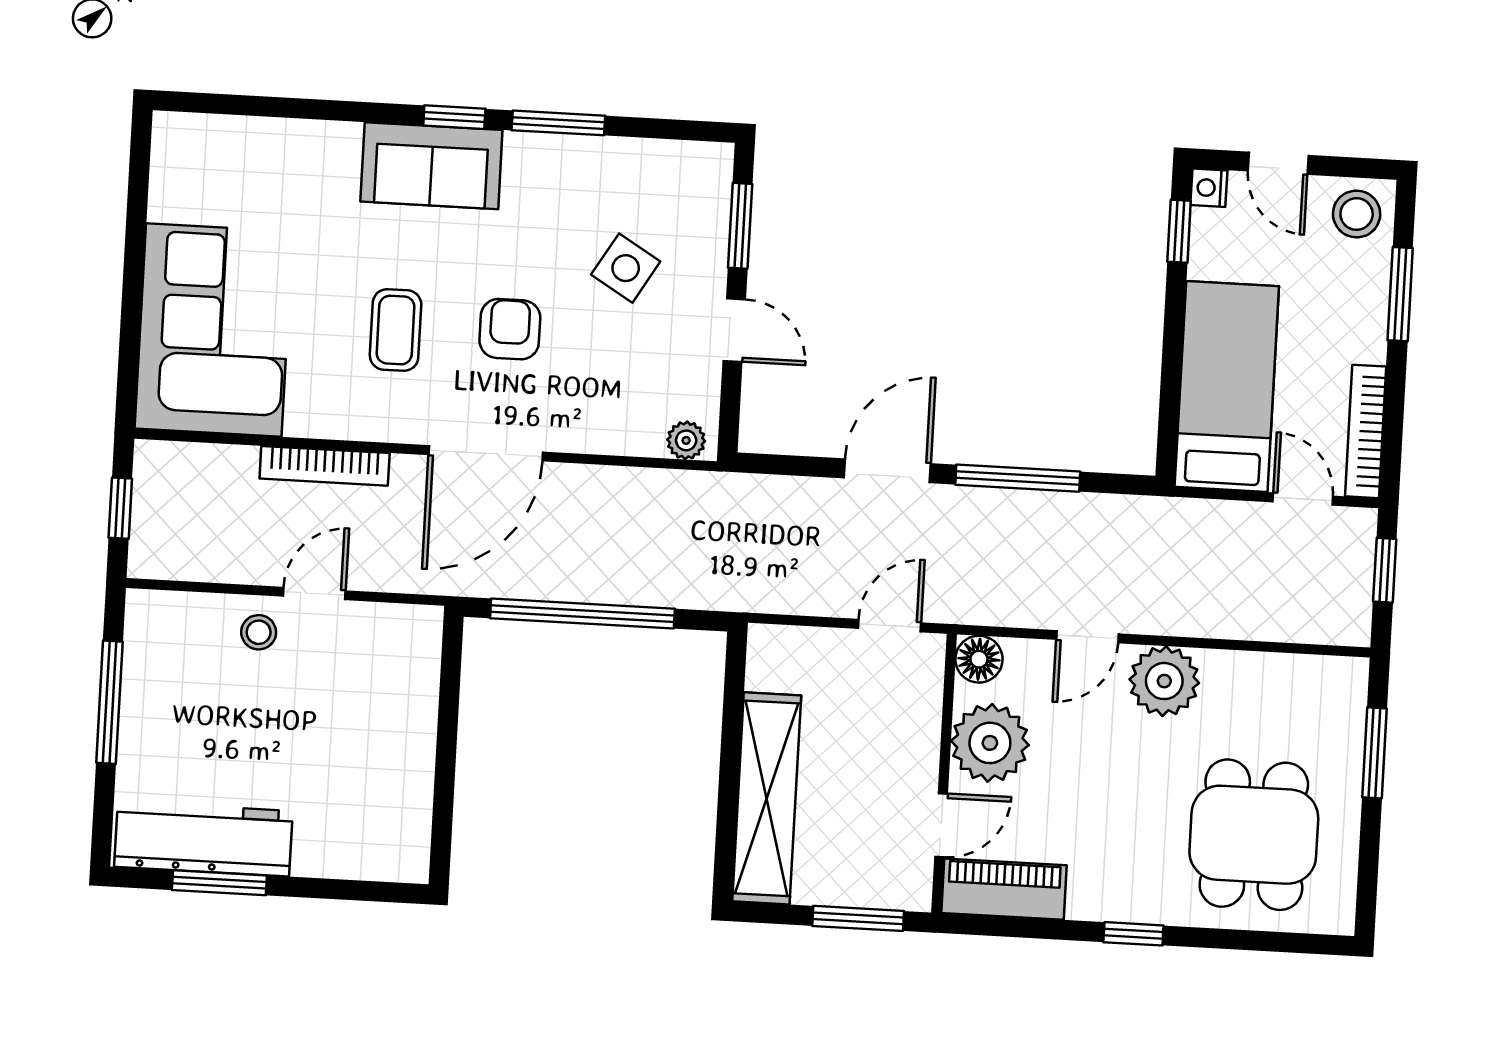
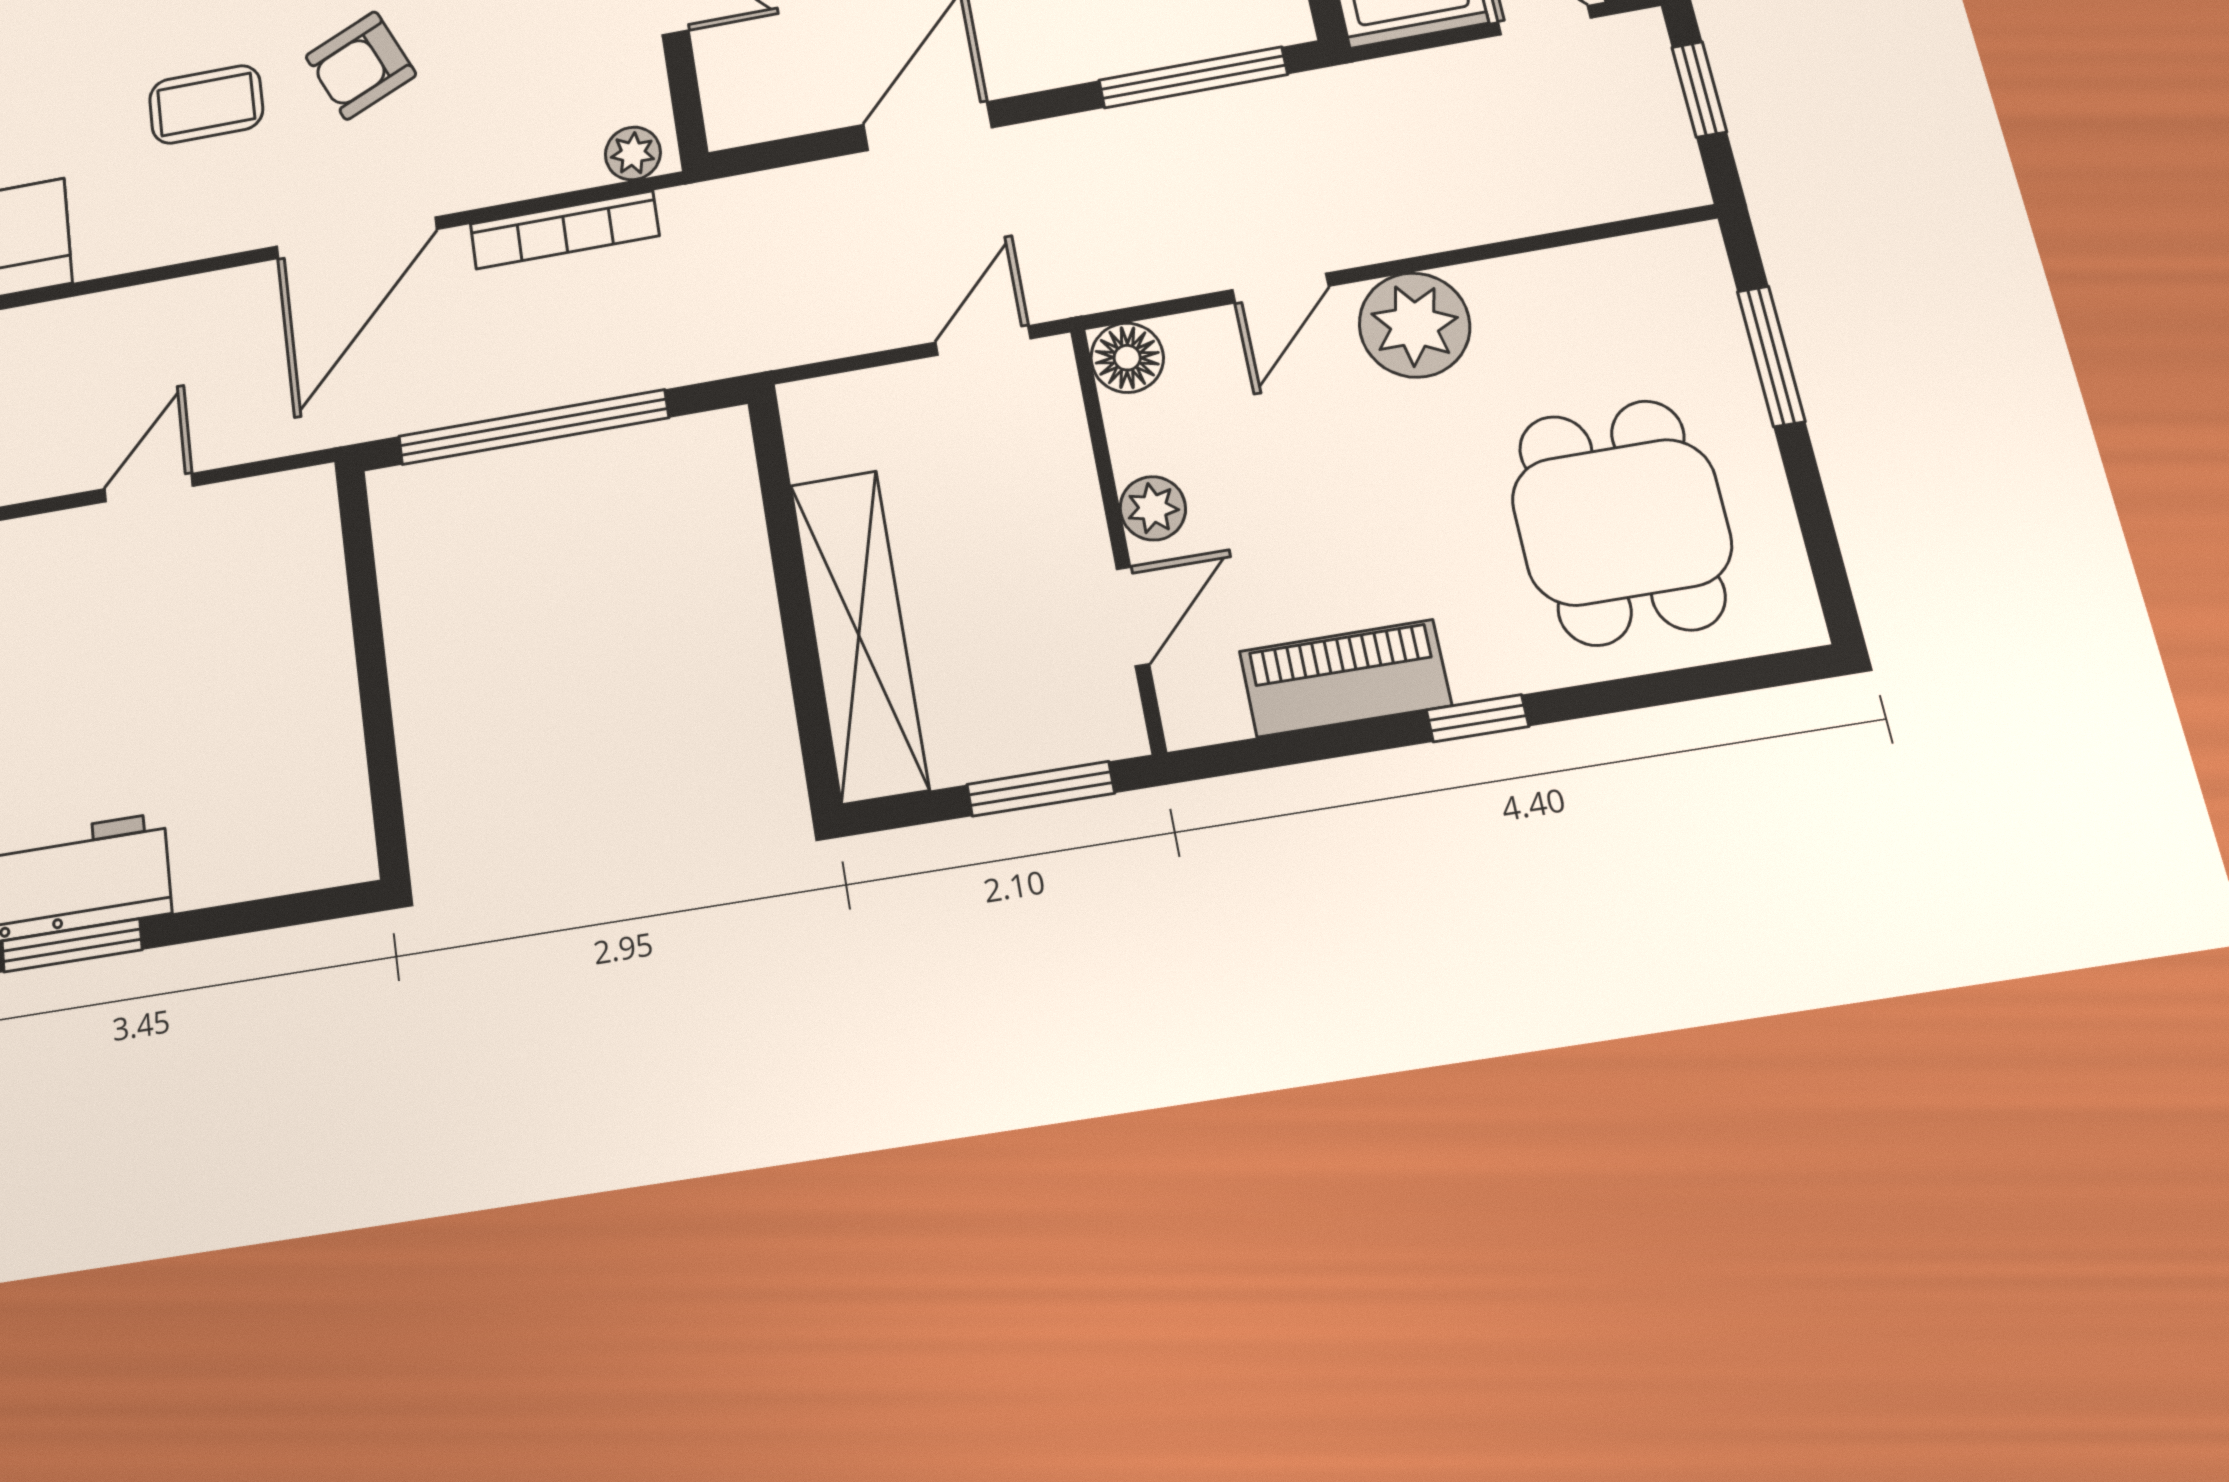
armchair: (510, 329) -> (361, 65), turned -114
coffee table: (396, 330) -> (206, 104), turned 90
bookcase: (325, 466) -> (564, 230), moved
window: (1018, 478) -> (1193, 77), moved
stool: (259, 632) -> (78, 561), removed
plant: (990, 743) -> (1153, 508), width x0.53, depth x0.53
piano: (1004, 889) -> (1345, 678), moved

